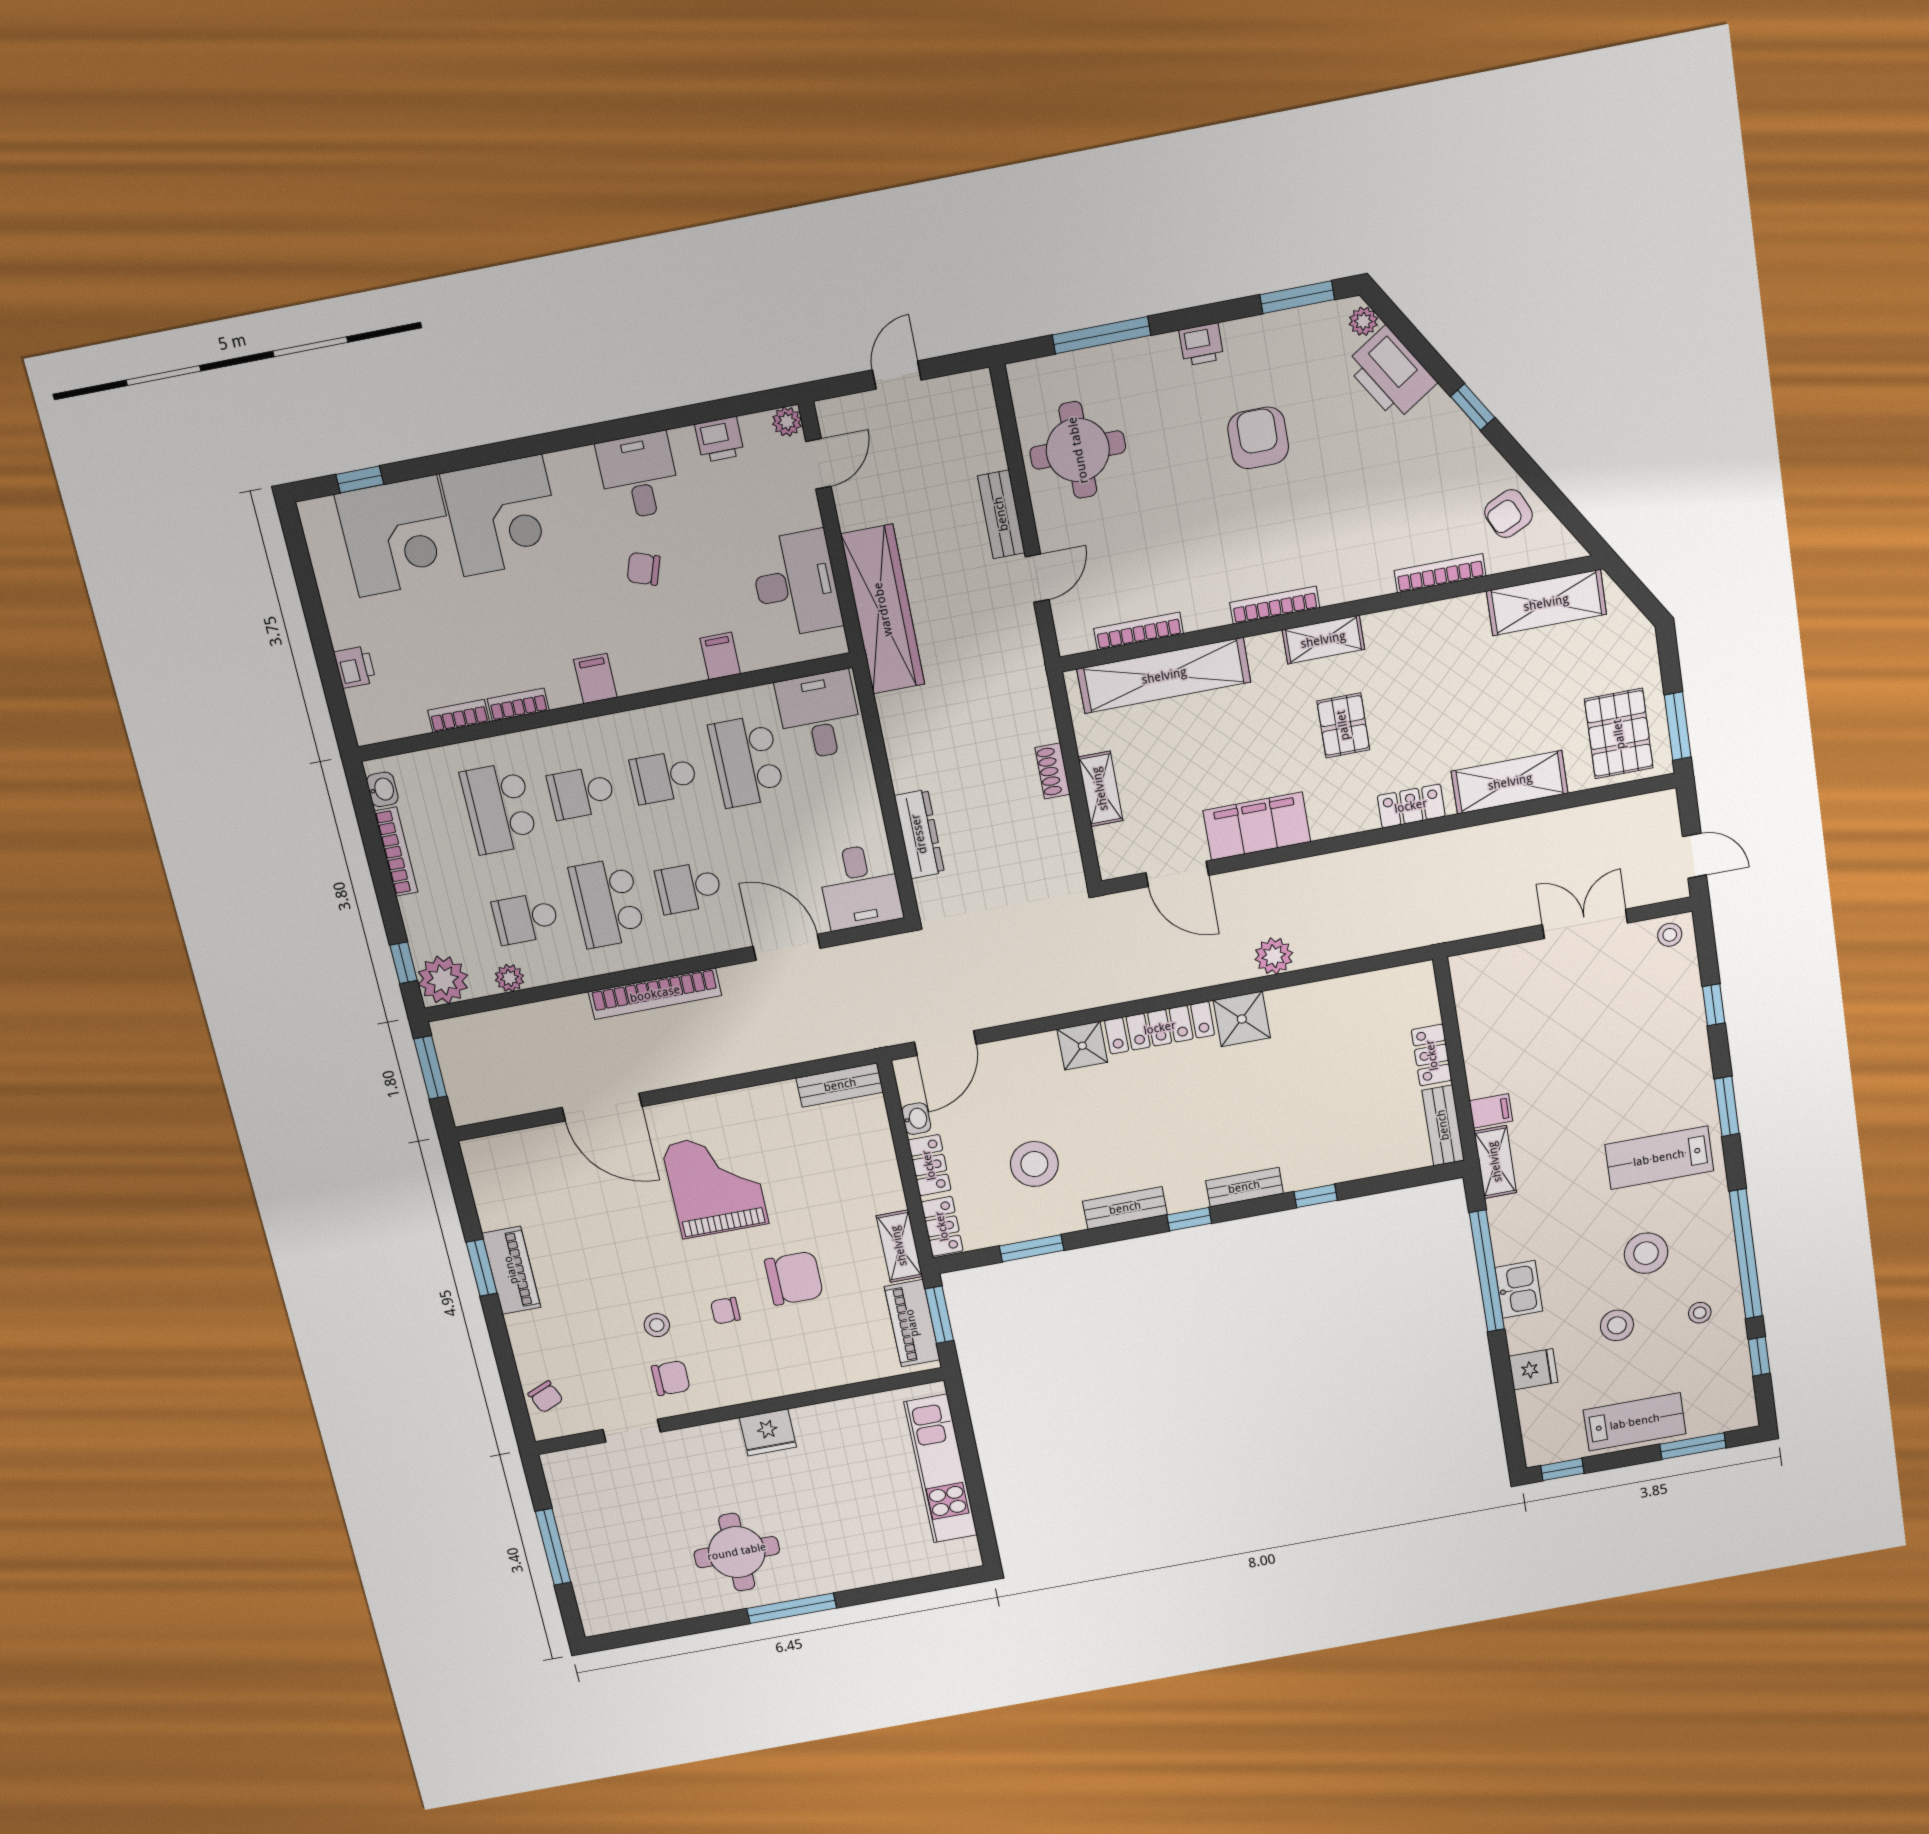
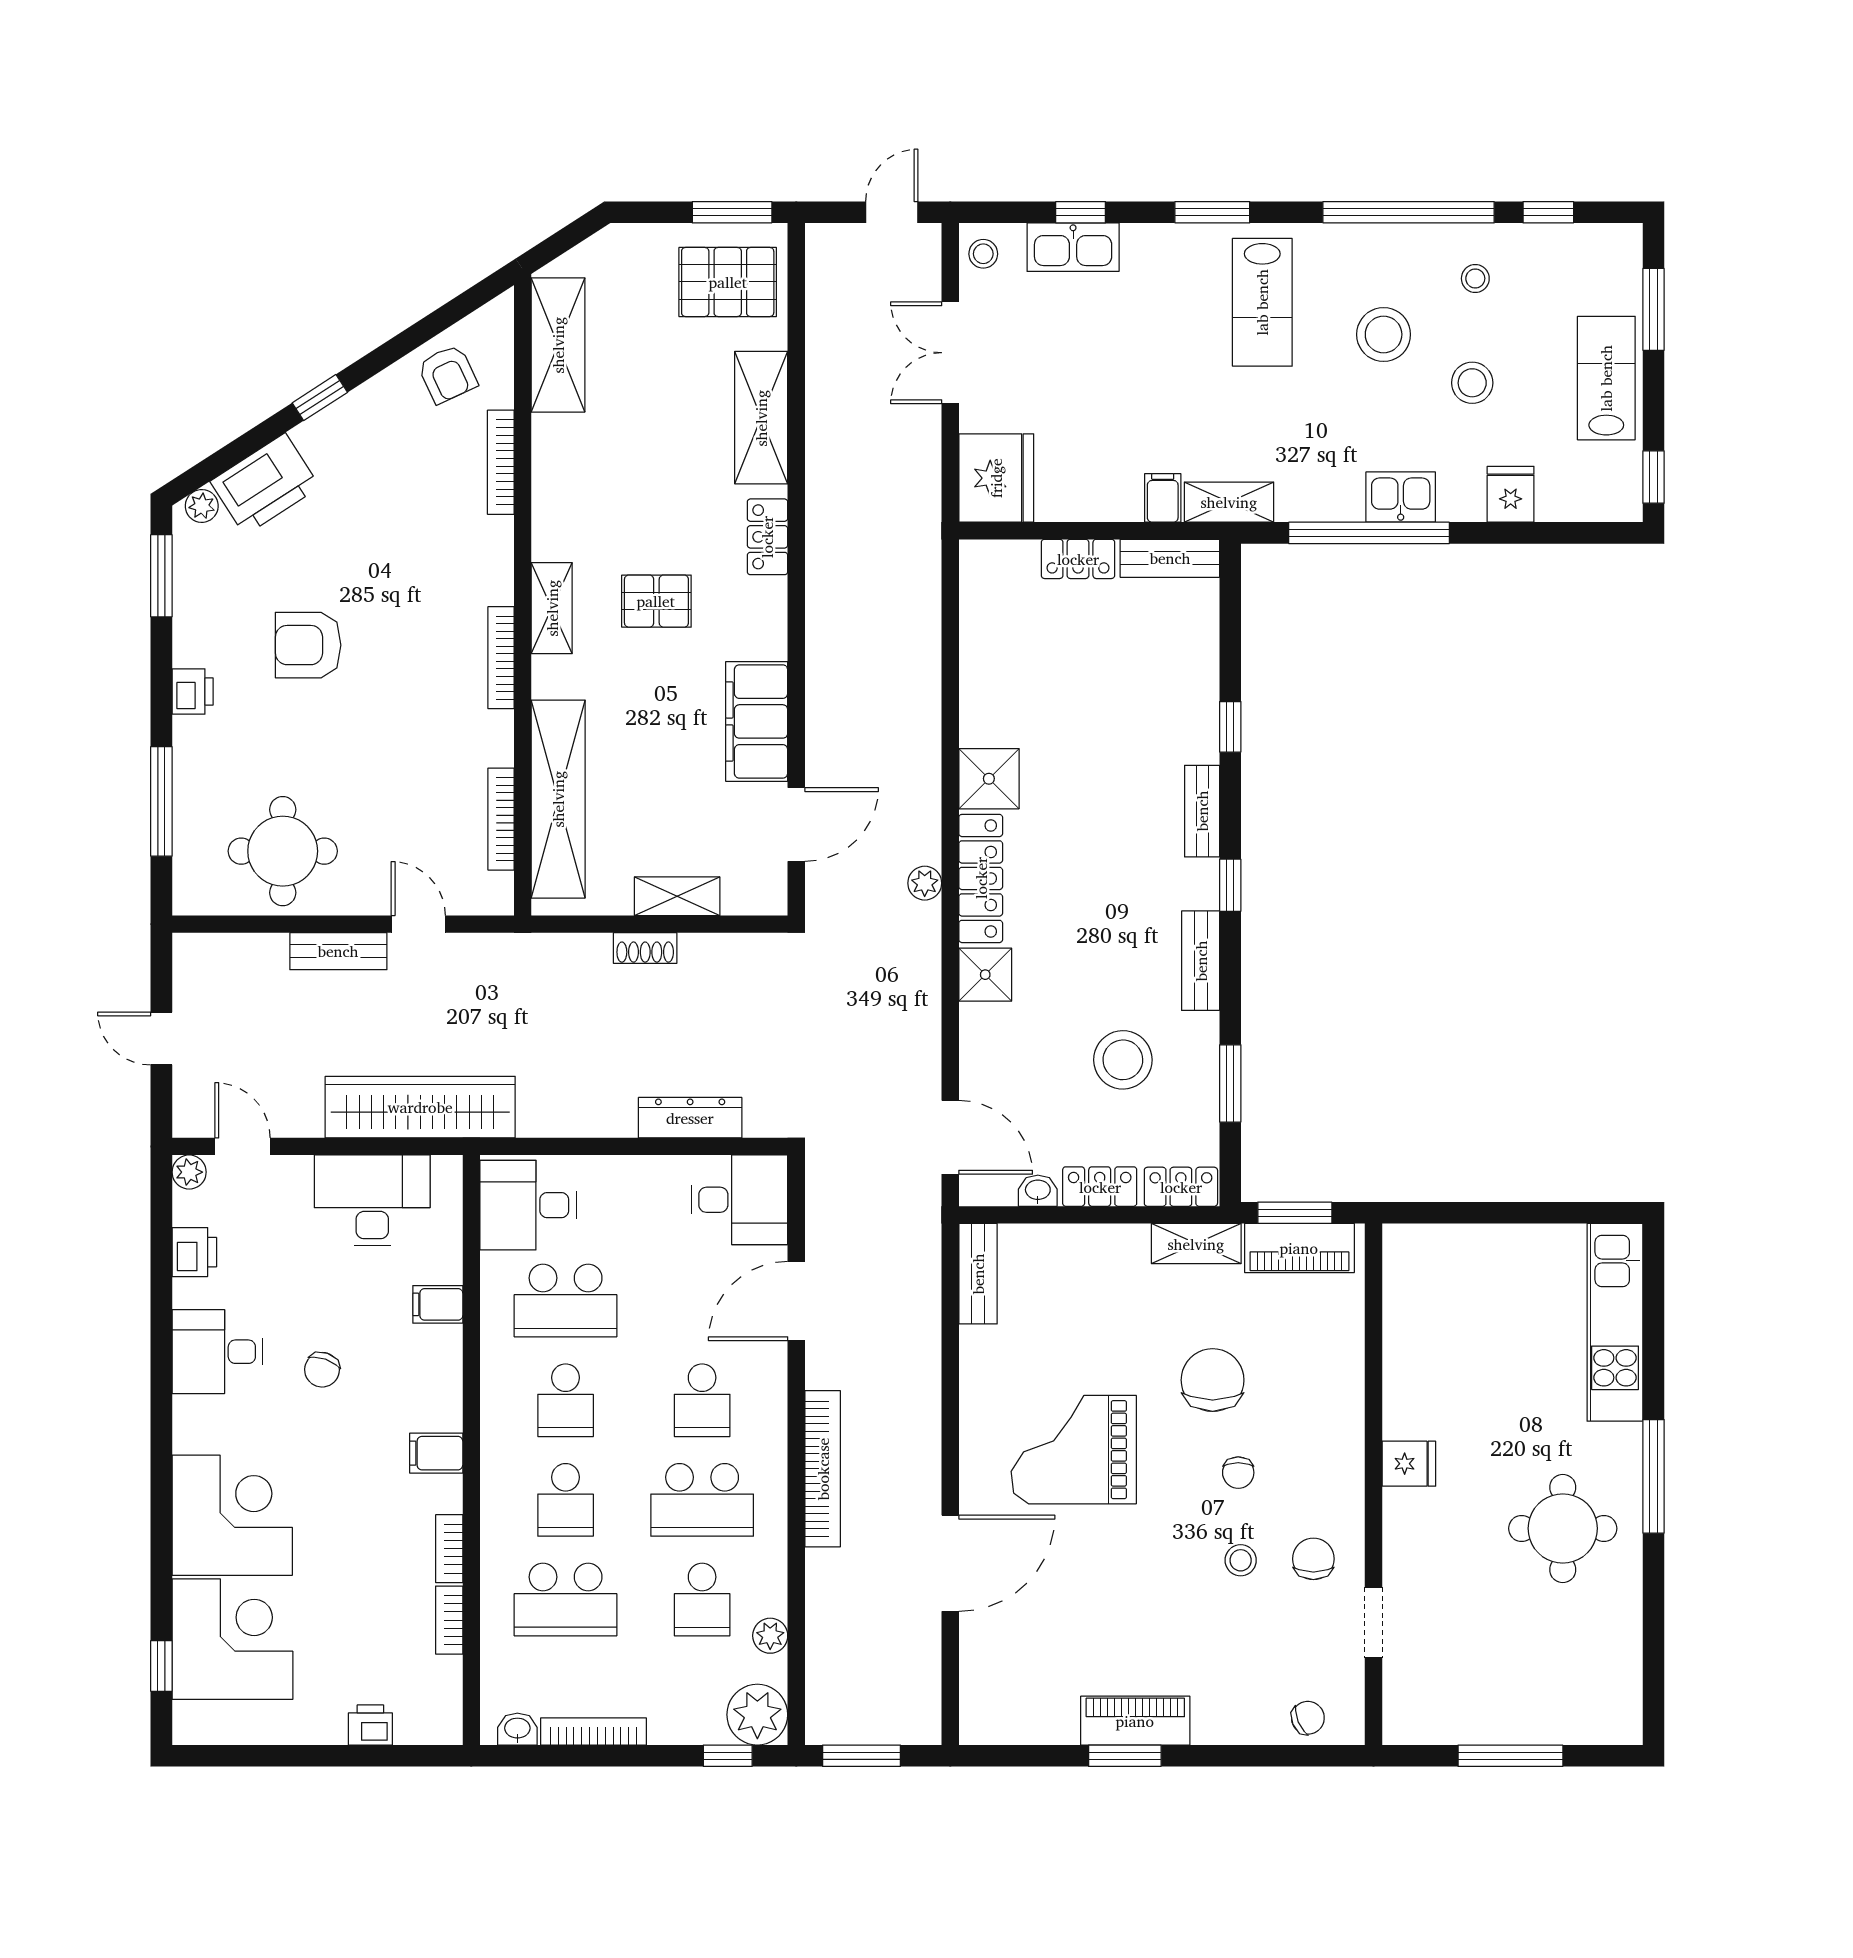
plant: (1274, 956) -> (925, 883), moved, width x0.73, depth x0.73
fridge: (1488, 979) -> (996, 478), added
kitchen sink: (1684, 1004) -> (1073, 247), added
fridge: (768, 1432) -> (1409, 1464), width x0.72
kitchen unit: (941, 1469) -> (1615, 1322), moved, turned 90

